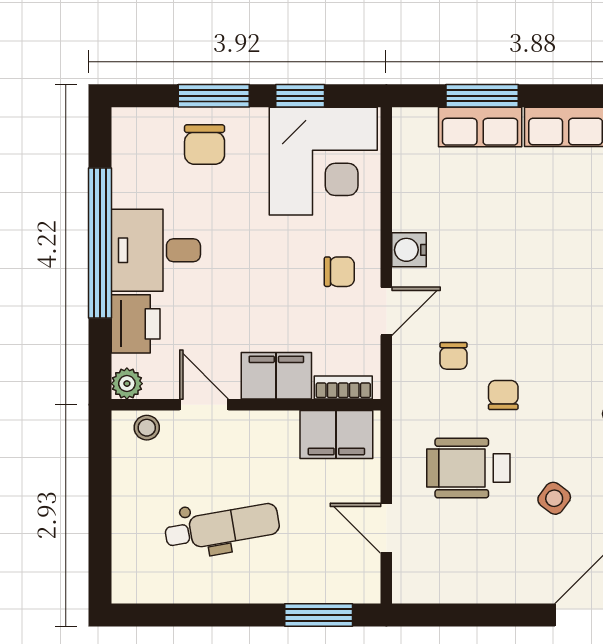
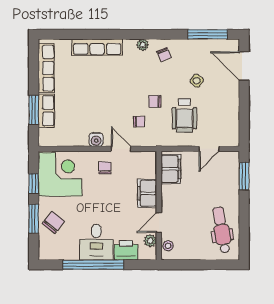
chair: (205, 145) -> (53, 222), turned -51
plant: (127, 384) -> (150, 241), moved
bookcase: (343, 388) -> (152, 166), removed
dental chair: (222, 527) -> (222, 230), moved

